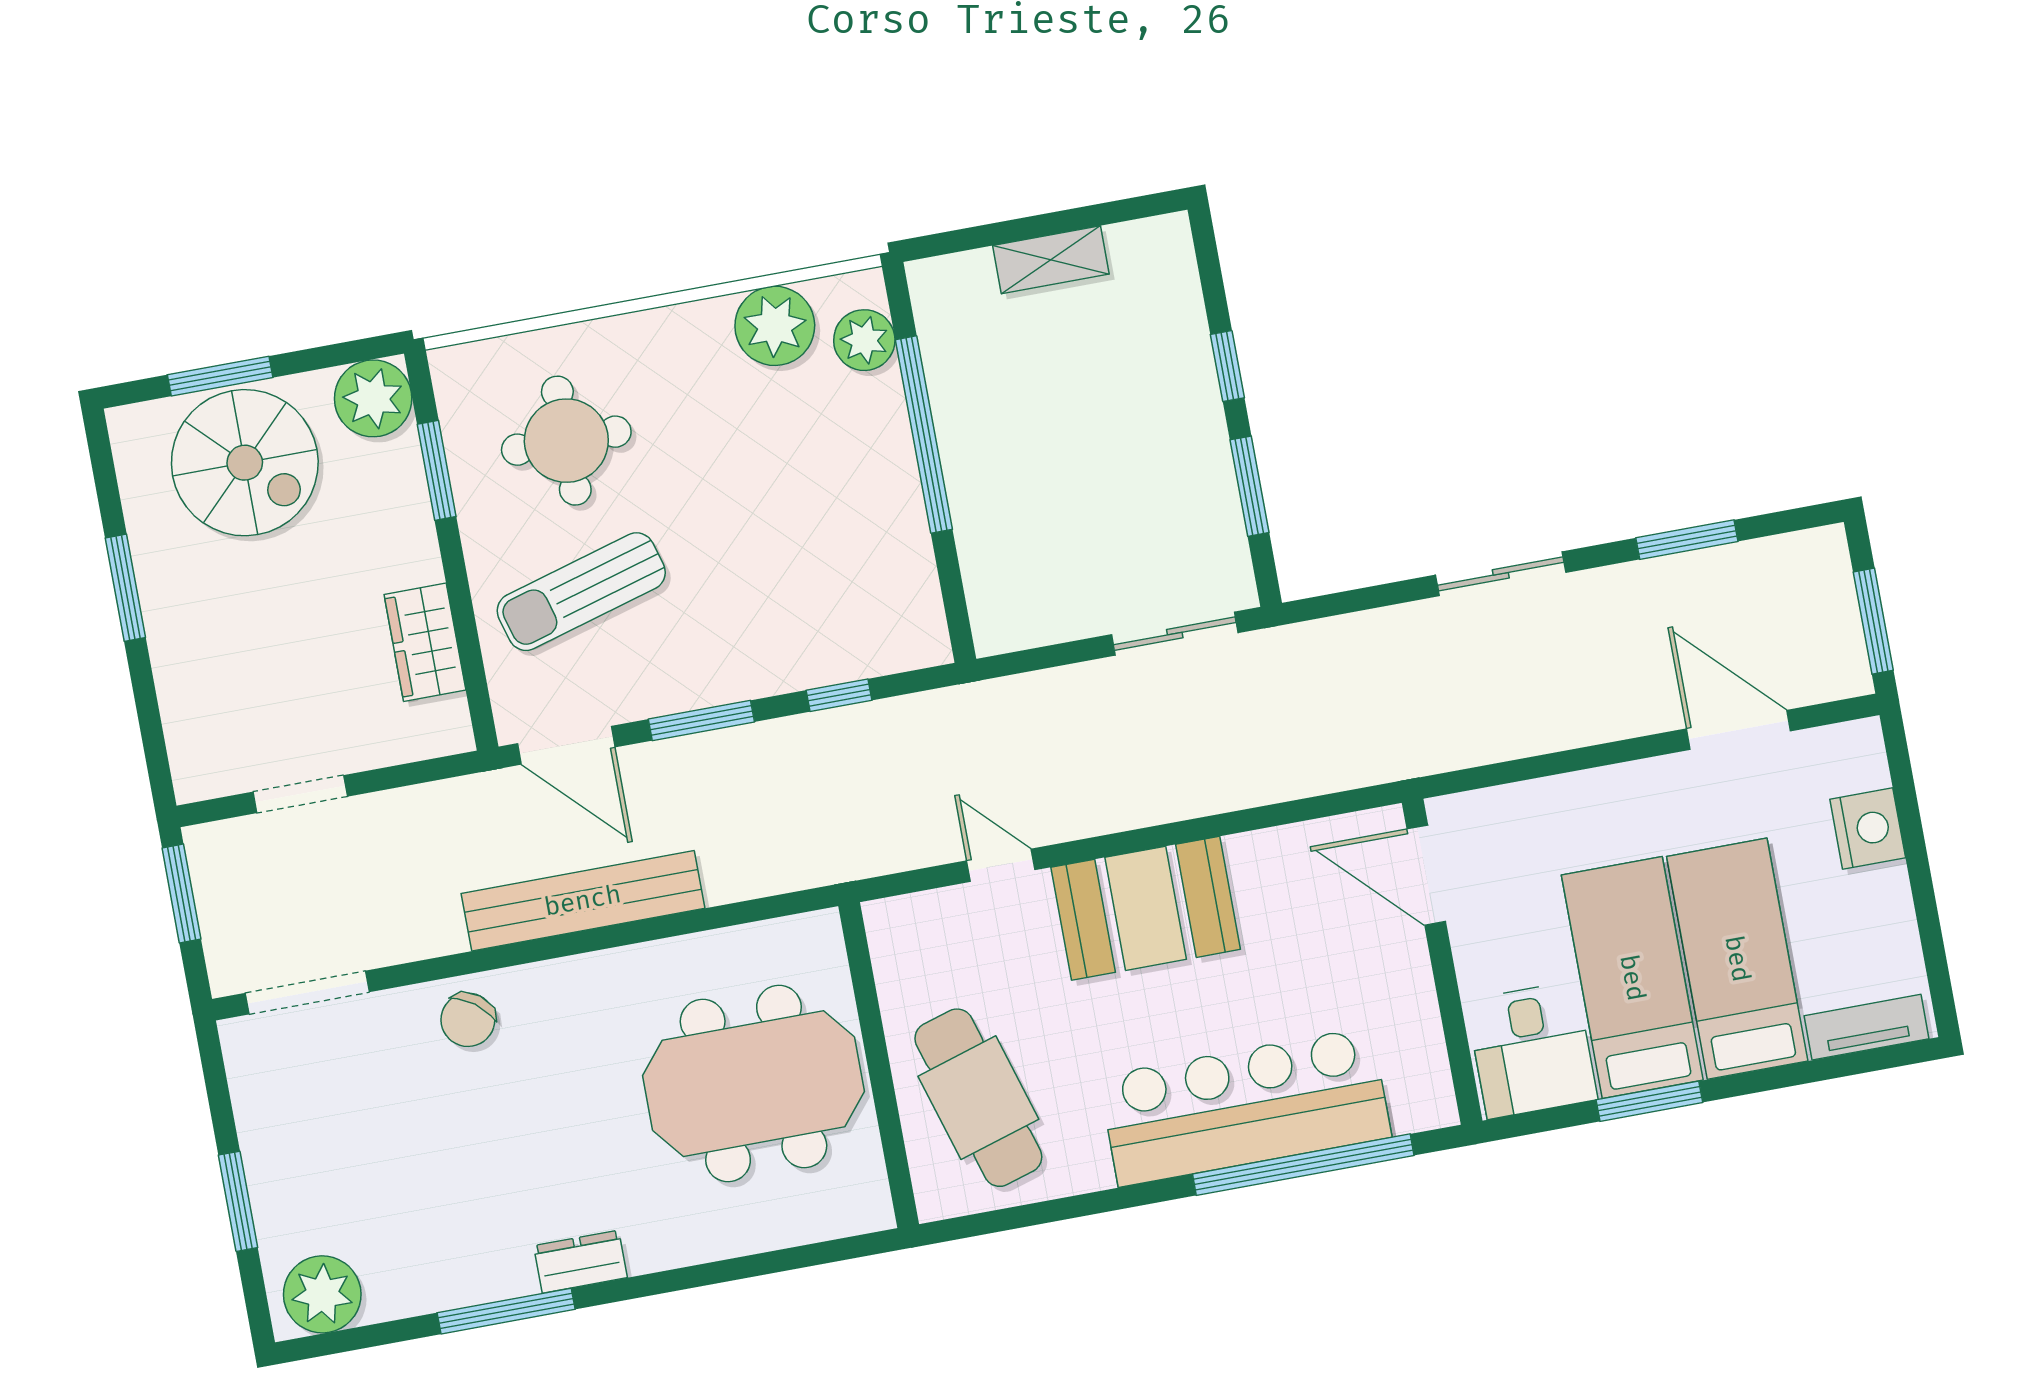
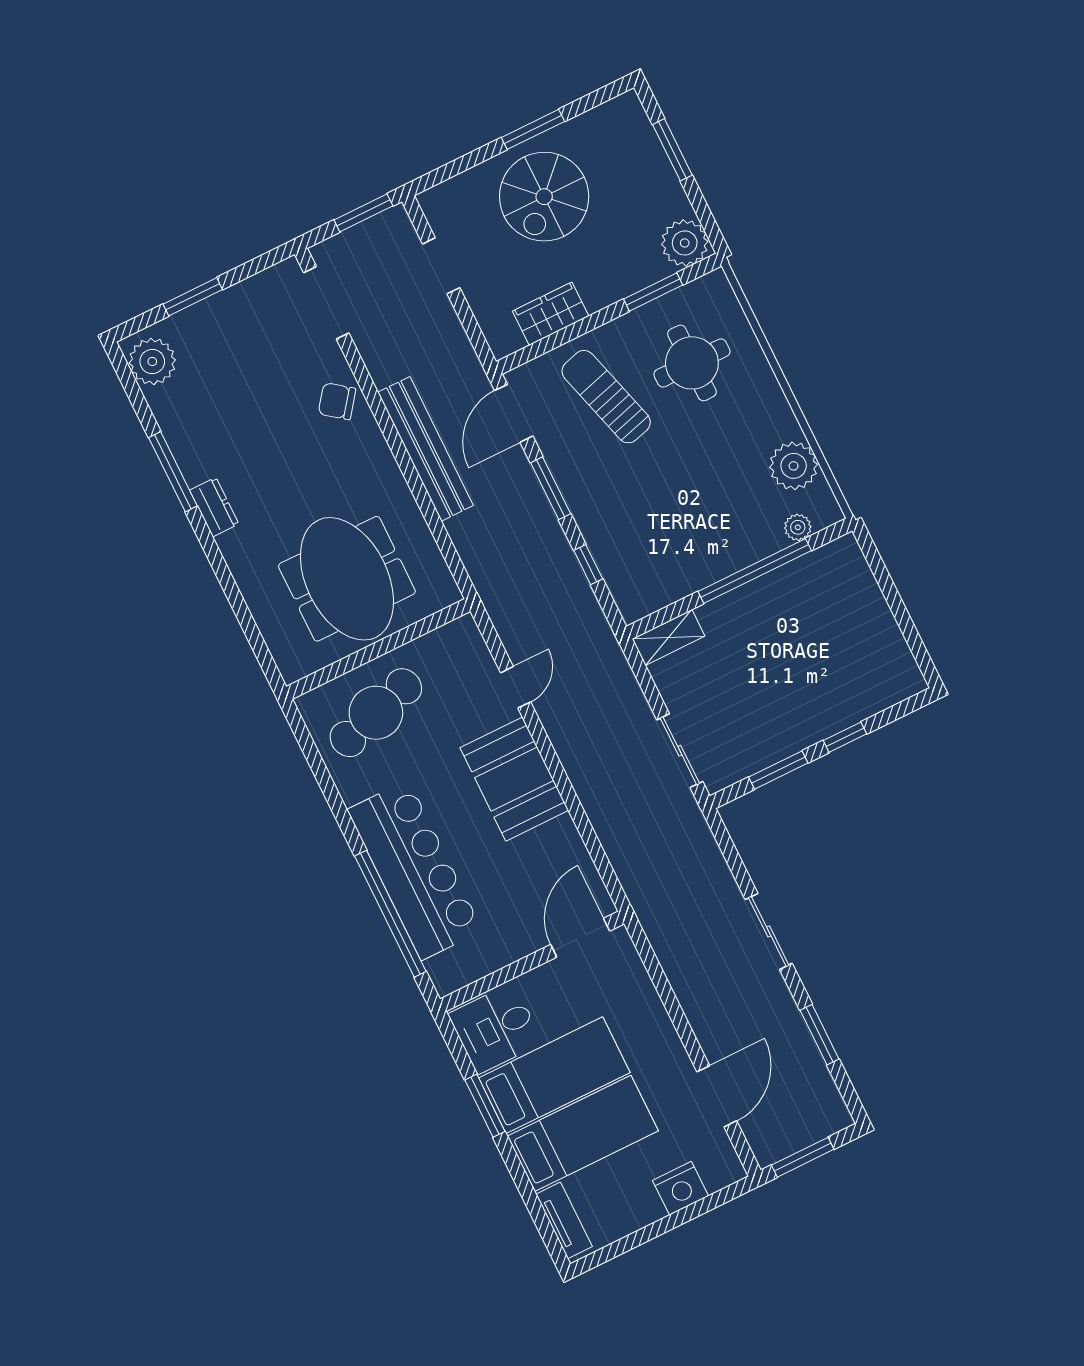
shelving: (1051, 260) -> (669, 637), moved, turned 90
plant: (864, 340) -> (798, 527), width x0.73, depth x0.73
spiral stairs: (245, 463) -> (544, 197), moved

